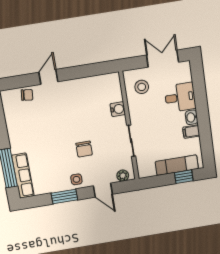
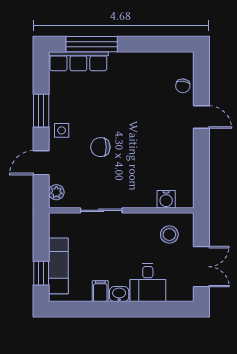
water cooler: (118, 109) -> (166, 199), moved

